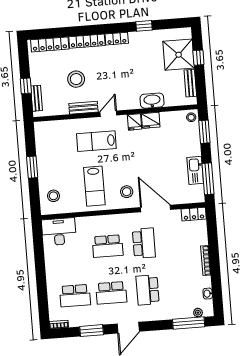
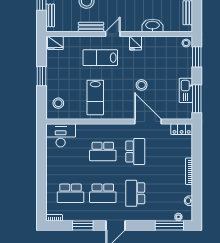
fridge: (151, 120) -> (55, 43), moved
stool: (127, 192) -> (142, 85), moved

